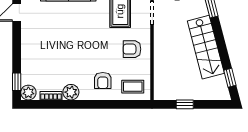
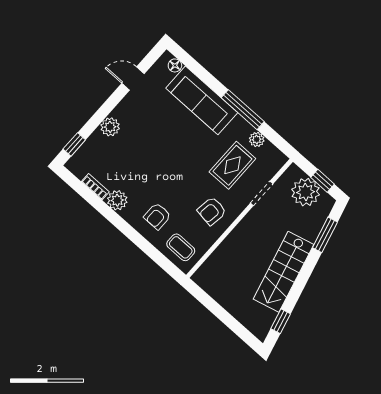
armchair: (132, 49) -> (212, 211), turned -82
plant: (28, 93) -> (110, 127), moved
window: (185, 104) -> (215, 308), removed

